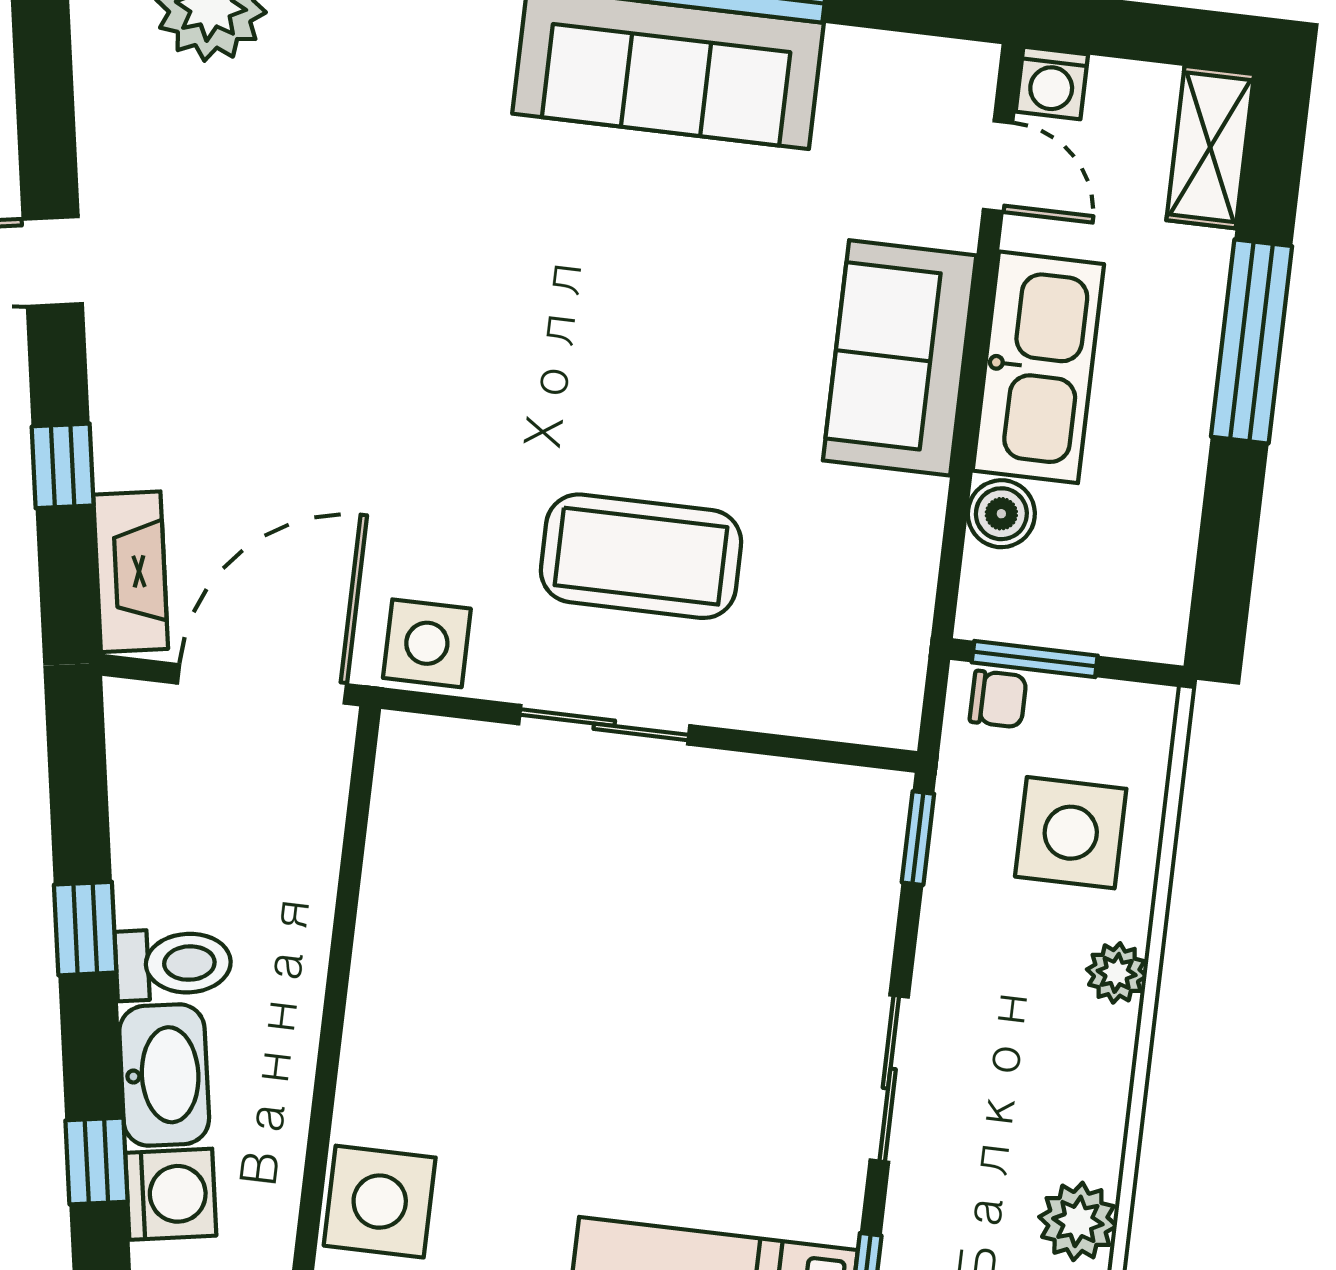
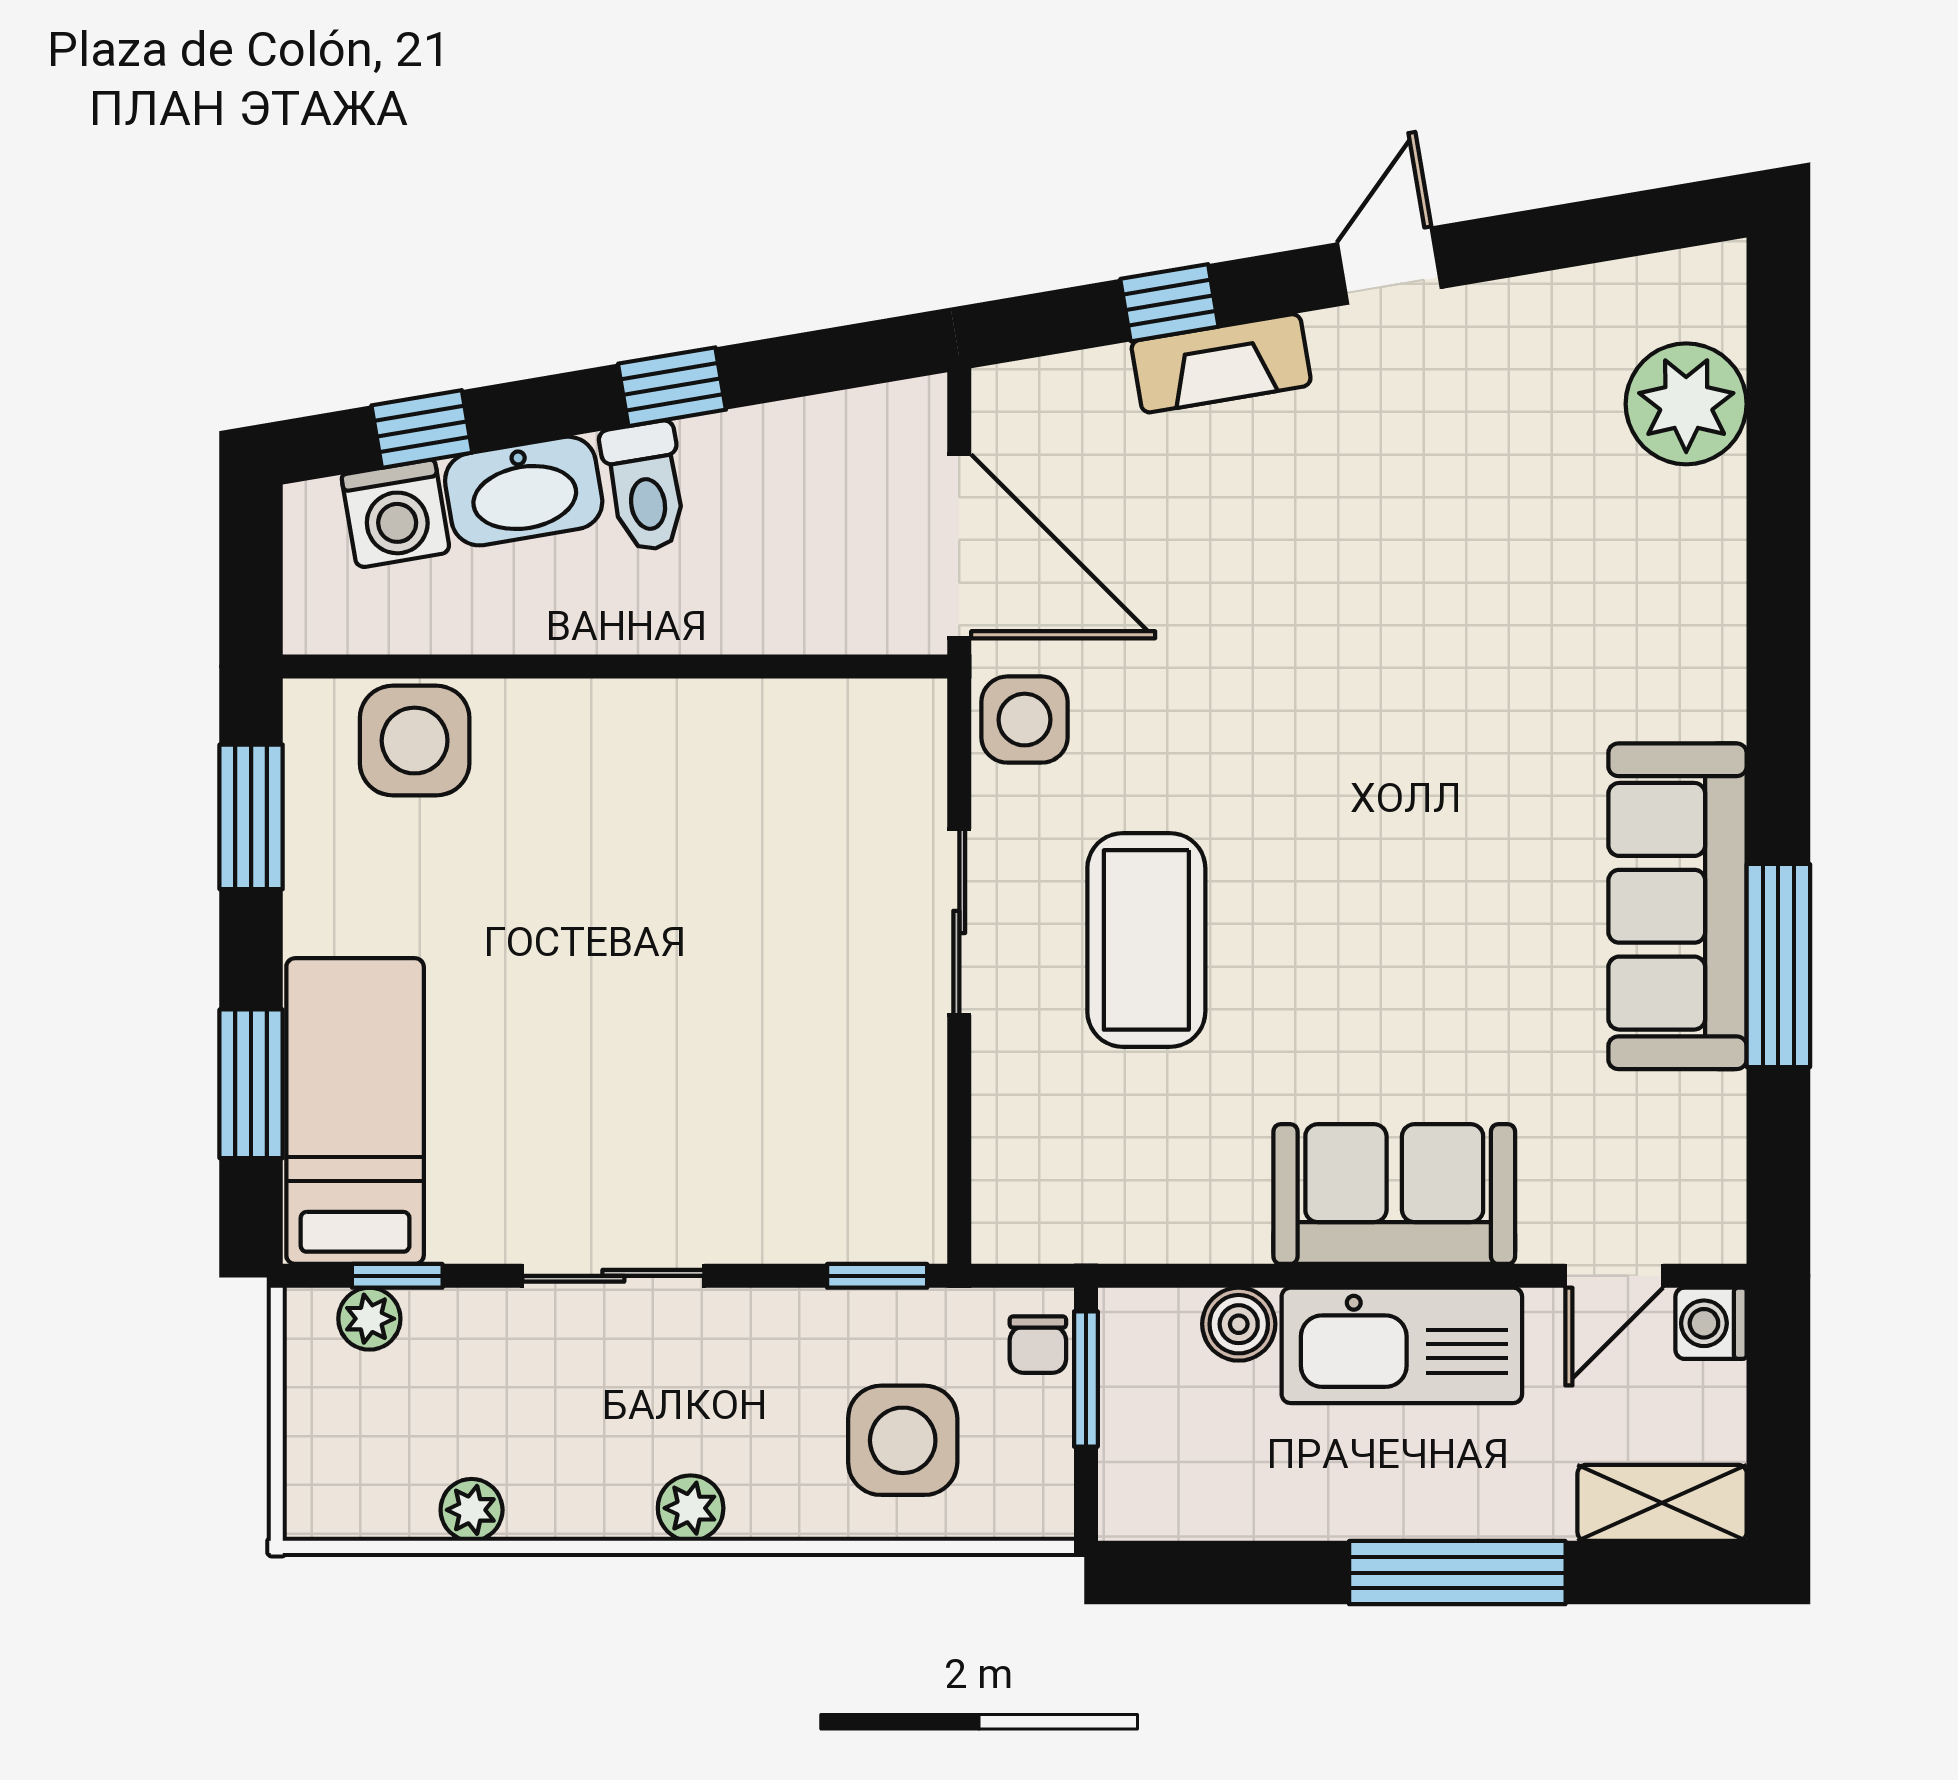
fireplace: (131, 572) -> (1221, 363), moved
plant: (1117, 973) -> (691, 1508), moved
plant: (1078, 1221) -> (472, 1510), width x0.73, depth x0.73

